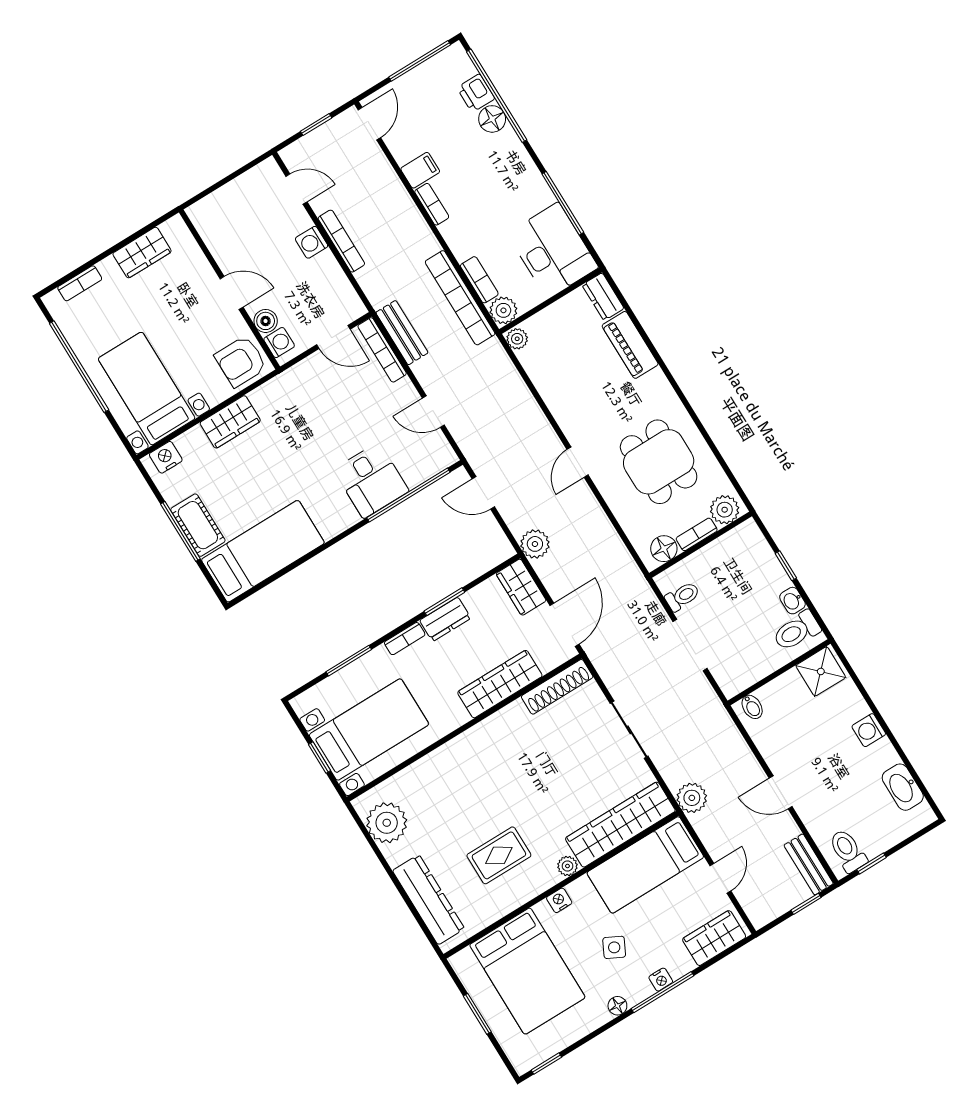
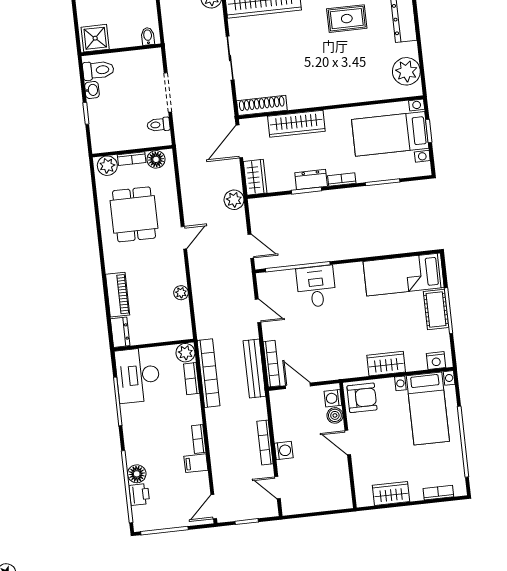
bench: (402, 333) -> (254, 369), width x1.36
plant: (517, 339) -> (181, 293), moved

